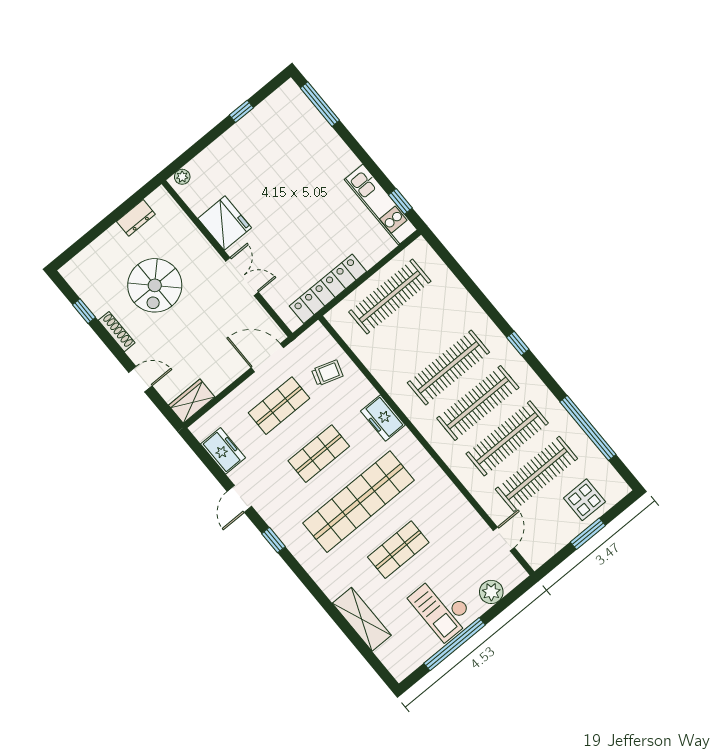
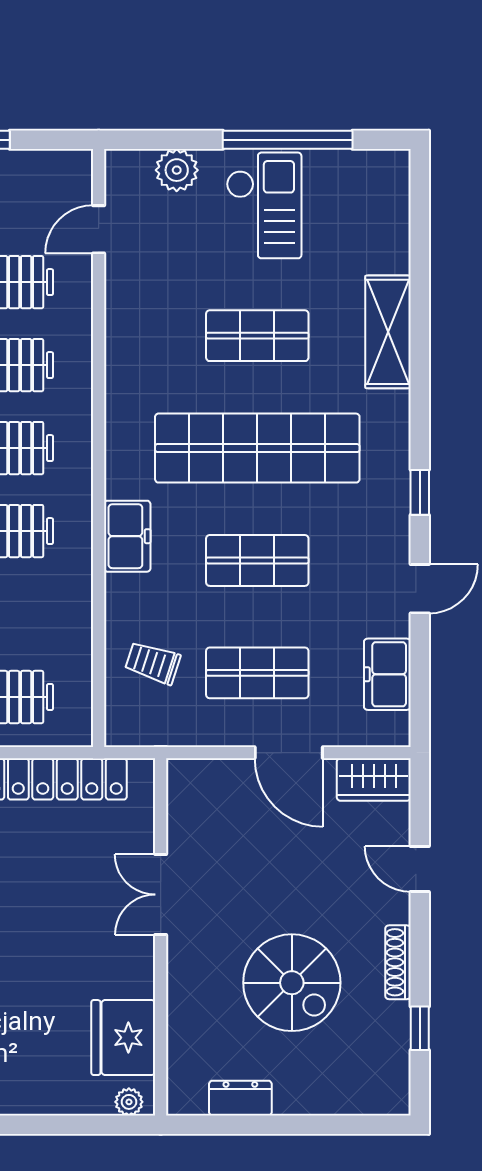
fridge: (225, 223) -> (123, 1038), moved
spiral stairs: (155, 285) -> (292, 983), turned 90
door: (267, 358) -> (289, 753), moved
shelving: (362, 619) -> (388, 332), moved

